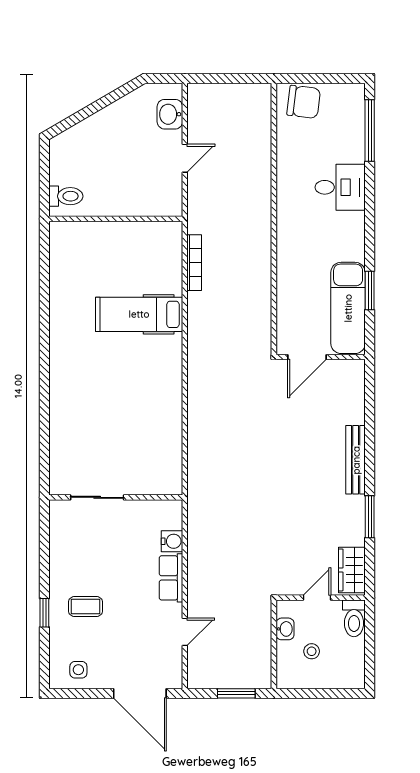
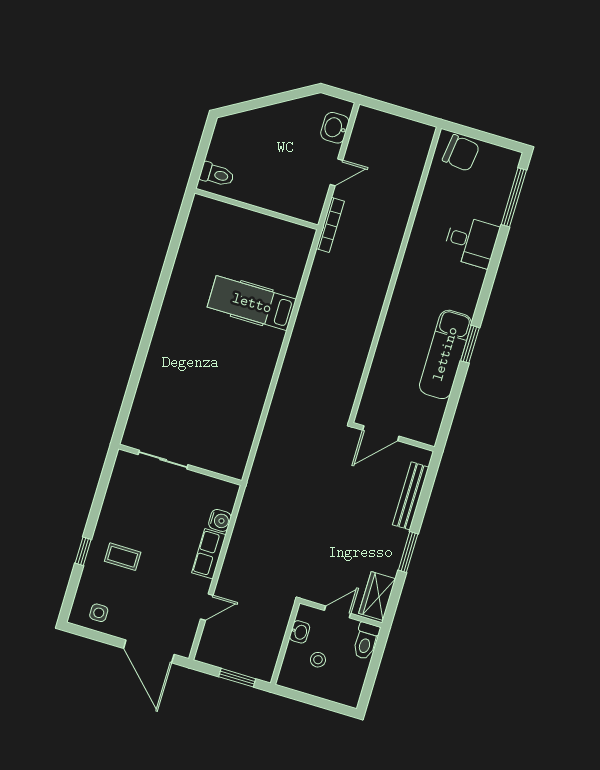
bookcase: (194, 263) -> (330, 225), moved
door: (307, 357) -> (381, 433), moved
wall: (321, 357) -> (393, 437), moved

